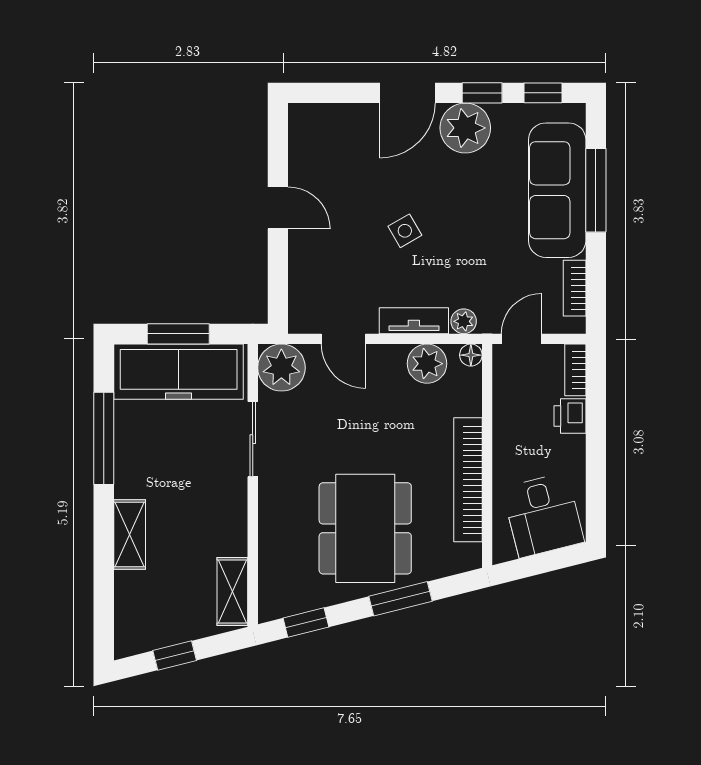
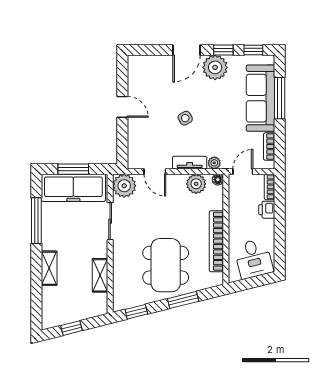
shelving: (232, 592) -> (100, 275), moved

